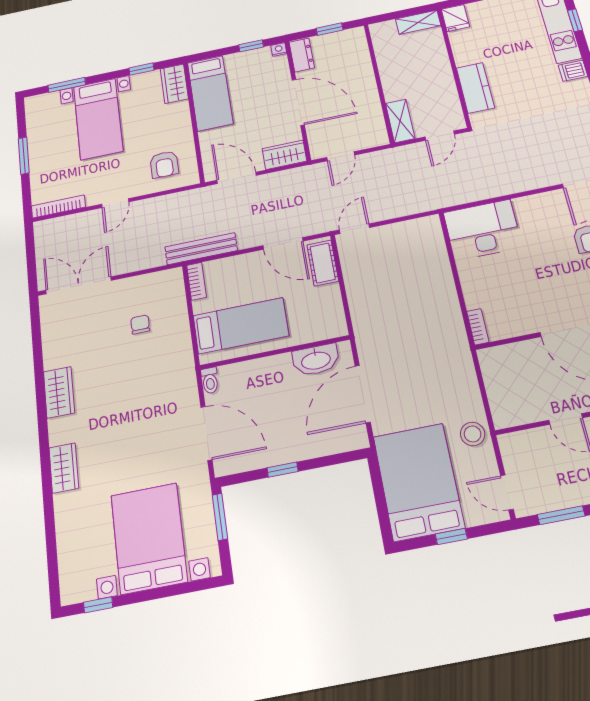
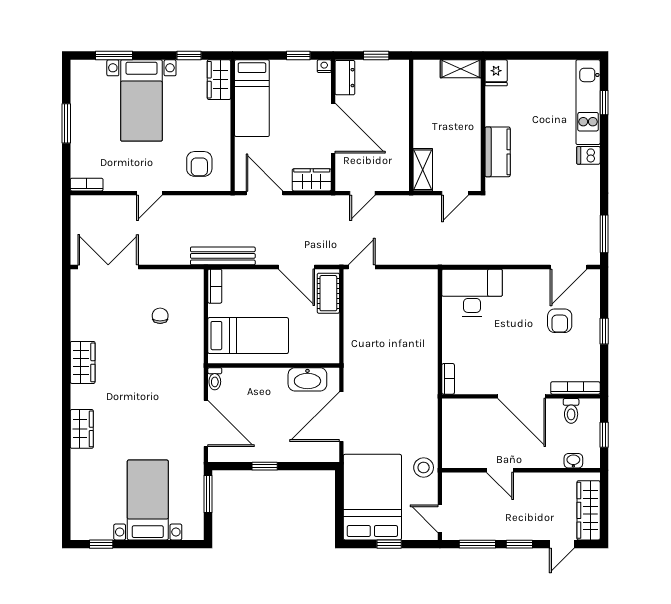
bookcase: (58, 206) -> (87, 185), width x0.64
bed with nightstands: (149, 538) -> (148, 500), width x0.73

